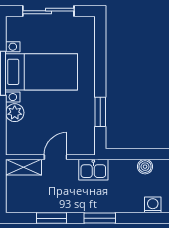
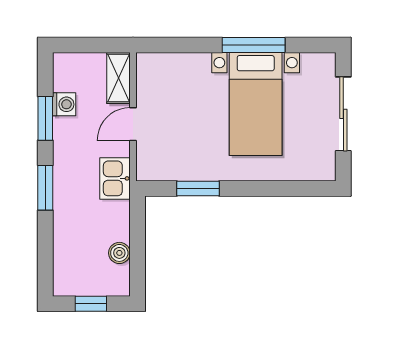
plant: (15, 113) -> (197, 65), removed
door: (56, 157) -> (133, 124), swing flipped
washing machine: (153, 205) -> (64, 104), moved

